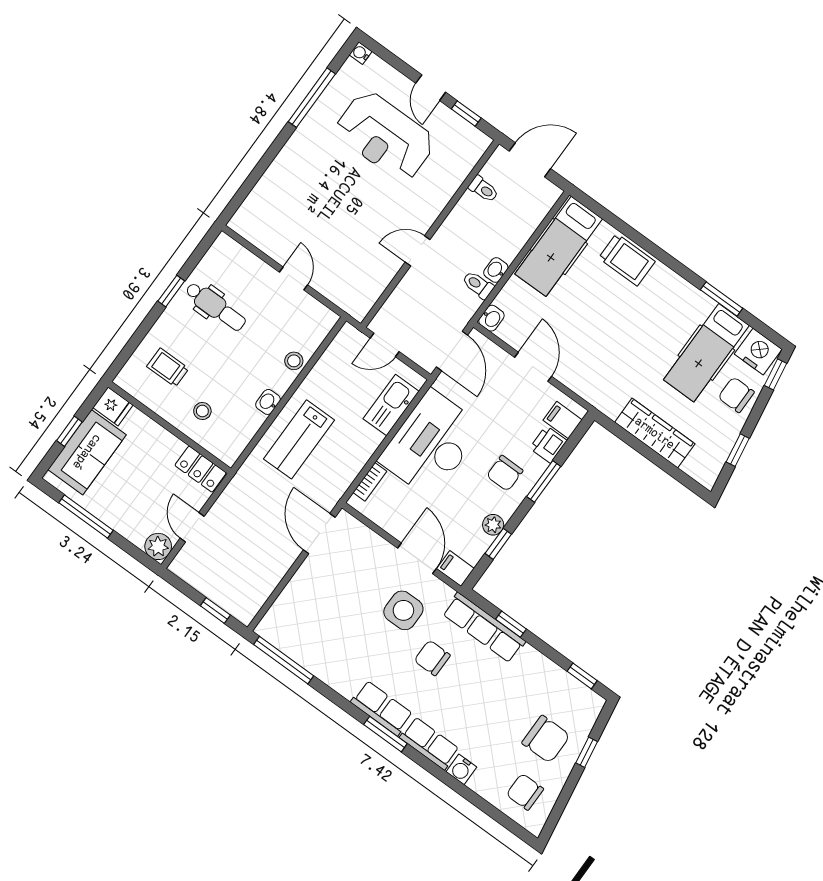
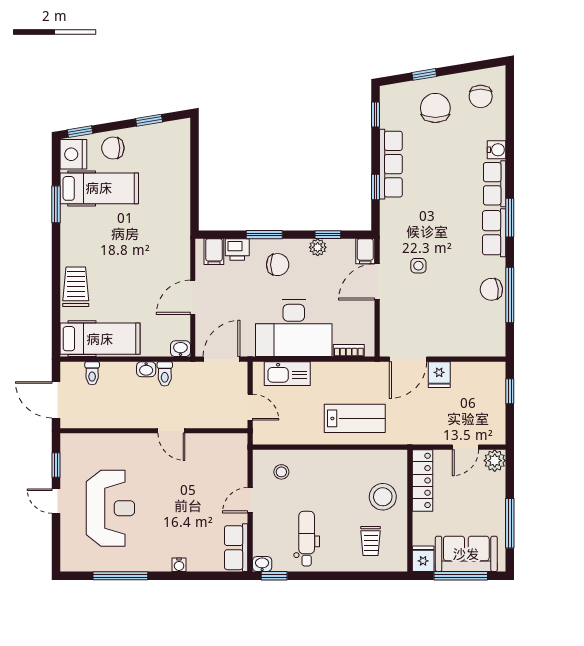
water cooler: (361, 53) -> (179, 565), moved
door: (431, 88) -> (56, 501), swing flipped
toilet: (484, 189) -> (92, 373), moved, turned 180
row of seats: (257, 231) -> (236, 548), added
window: (171, 291) -> (274, 576), moved
stool: (294, 361) -> (281, 472), moved
chair: (736, 395) -> (113, 148), turned 90
washbasin: (268, 402) -> (262, 564), moved, turned 180
stool: (202, 411) -> (383, 497), width x1.89, depth x1.89
window: (69, 431) -> (461, 576), width x2.17
wardrobe: (655, 433) -> (178, 184), removed
locker: (201, 469) -> (422, 480), width x1.53
fridge: (282, 553) -> (439, 375), added
side table: (403, 610) -> (418, 266), width x0.54, depth x0.54
row of seats: (484, 628) -> (391, 164), moved
chair: (432, 658) -> (491, 289), moved, turned 84
window: (284, 660) -> (510, 295), moved

